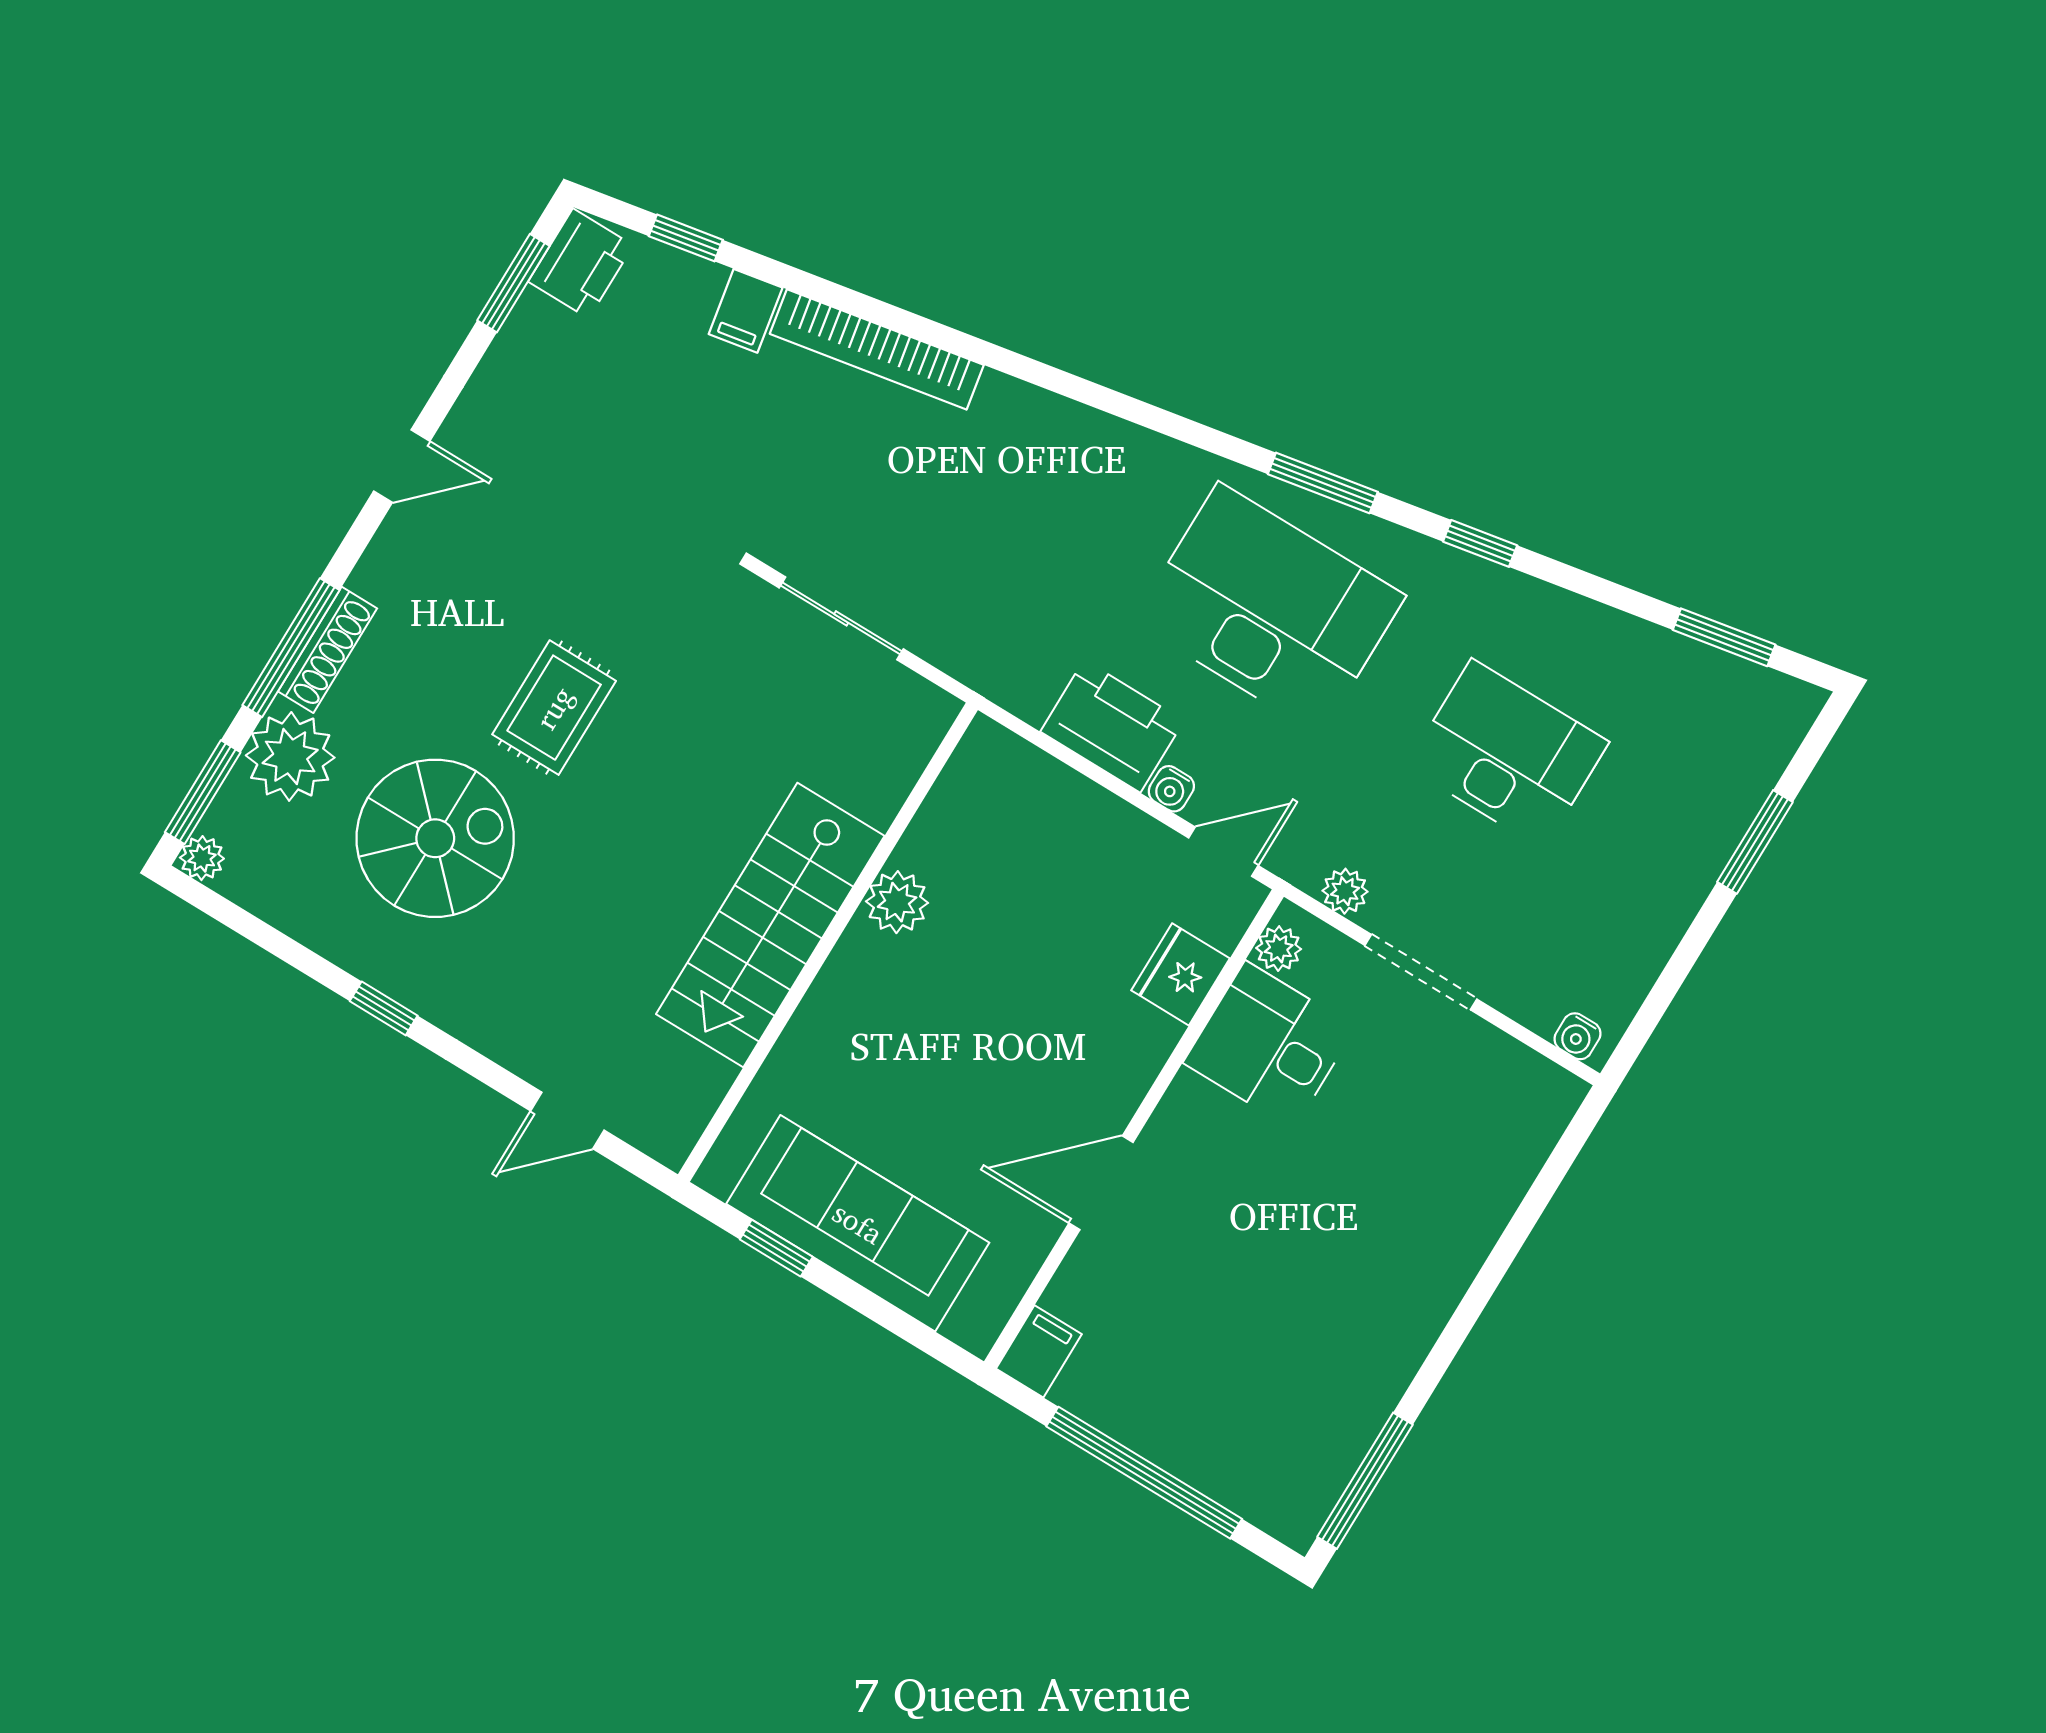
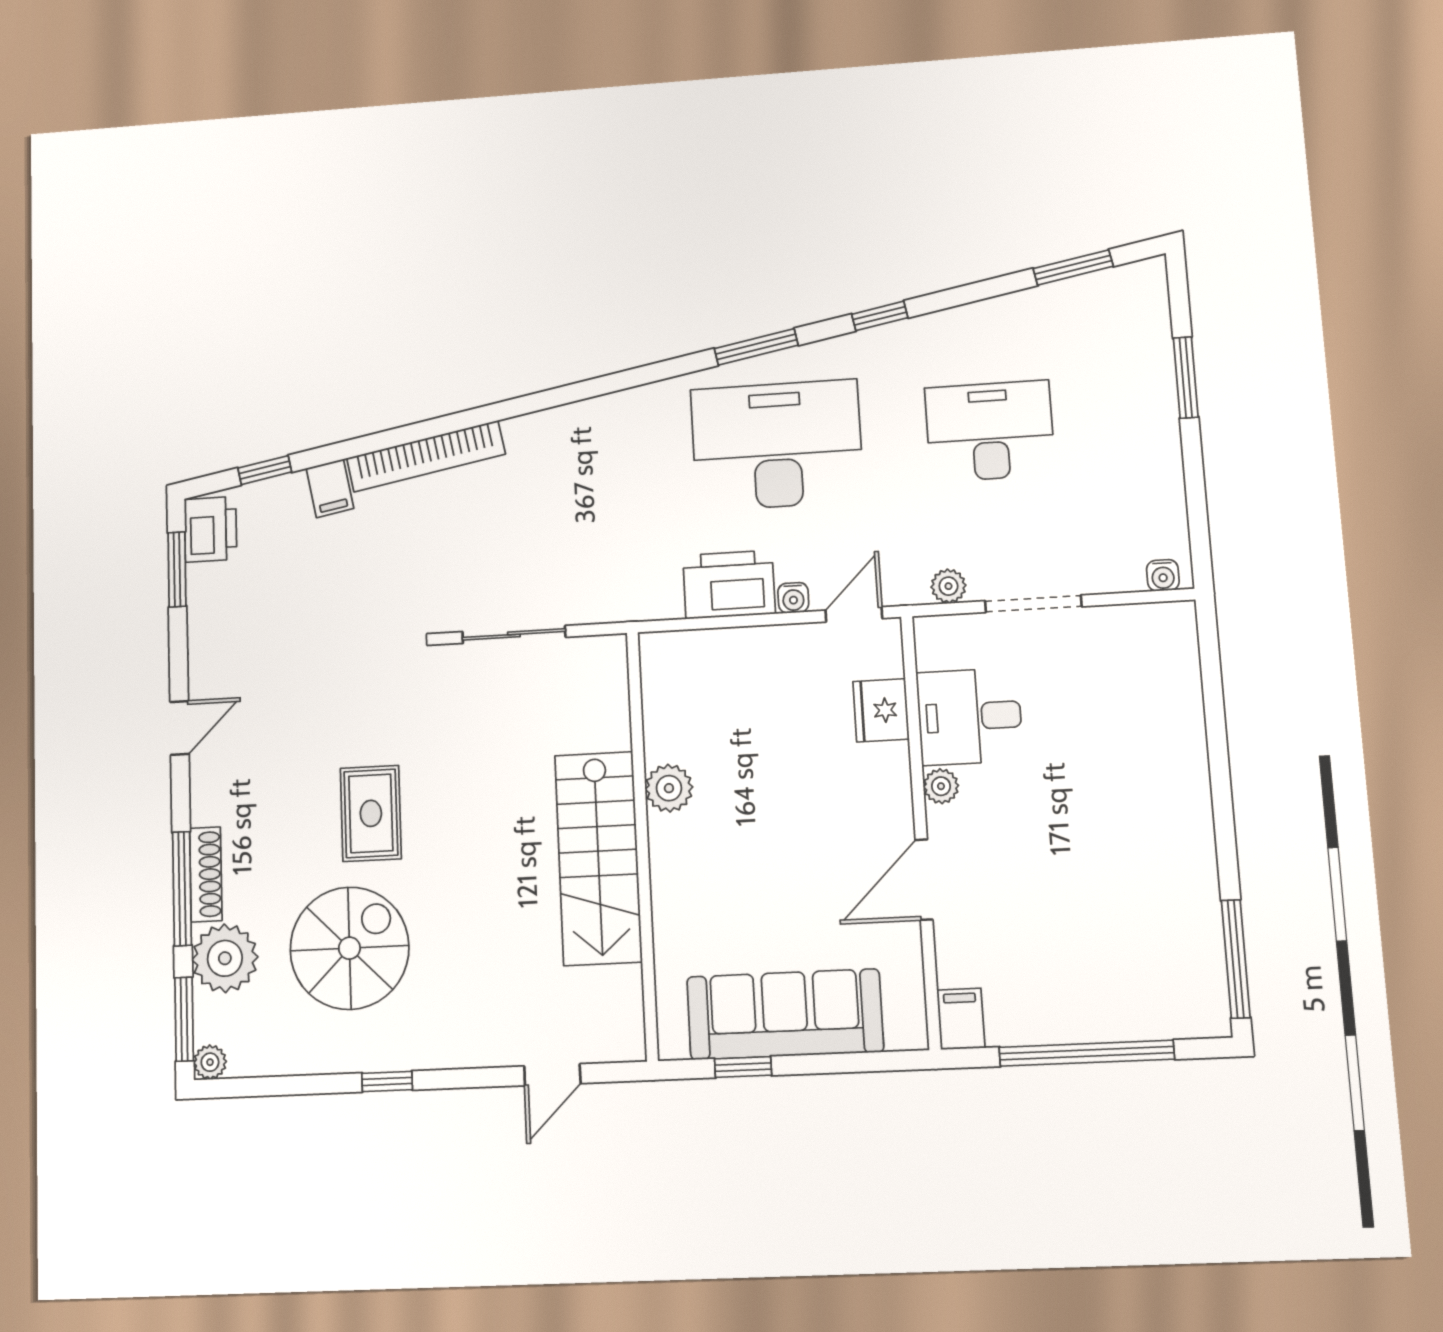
plant: (1279, 949) -> (941, 786), moved

